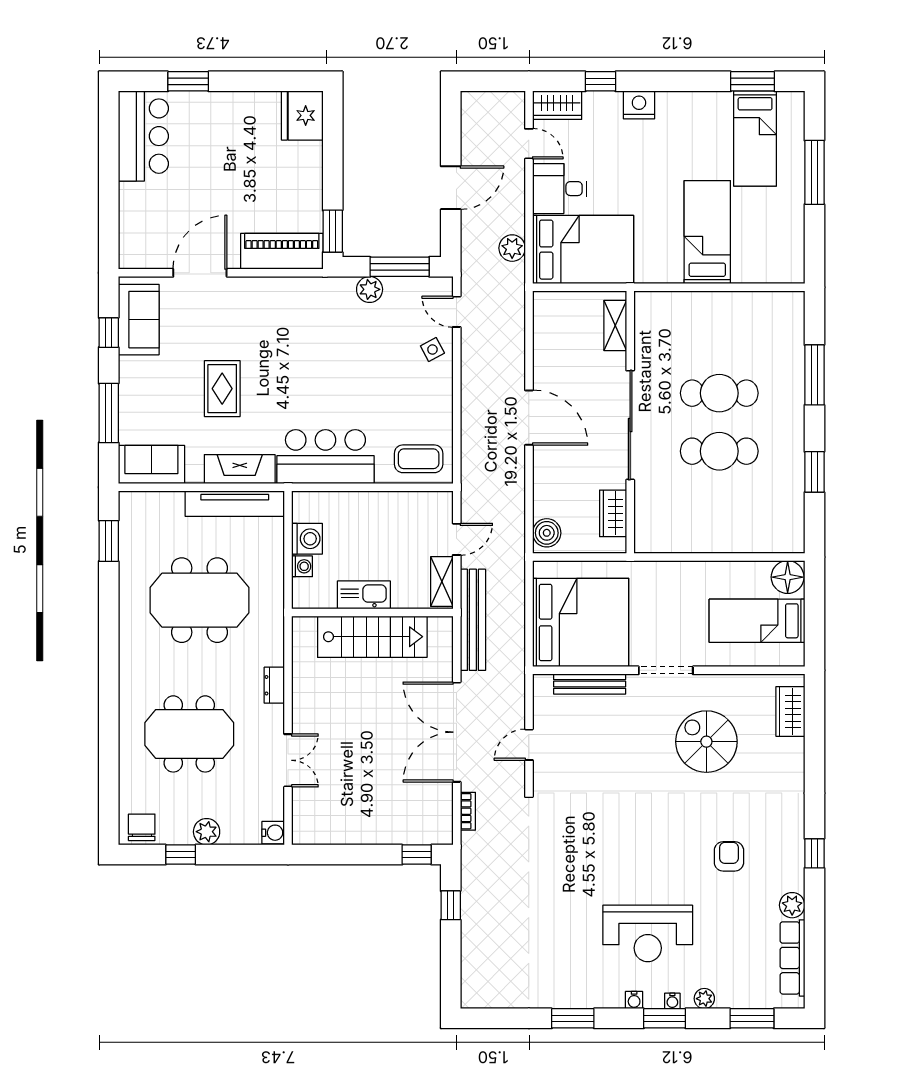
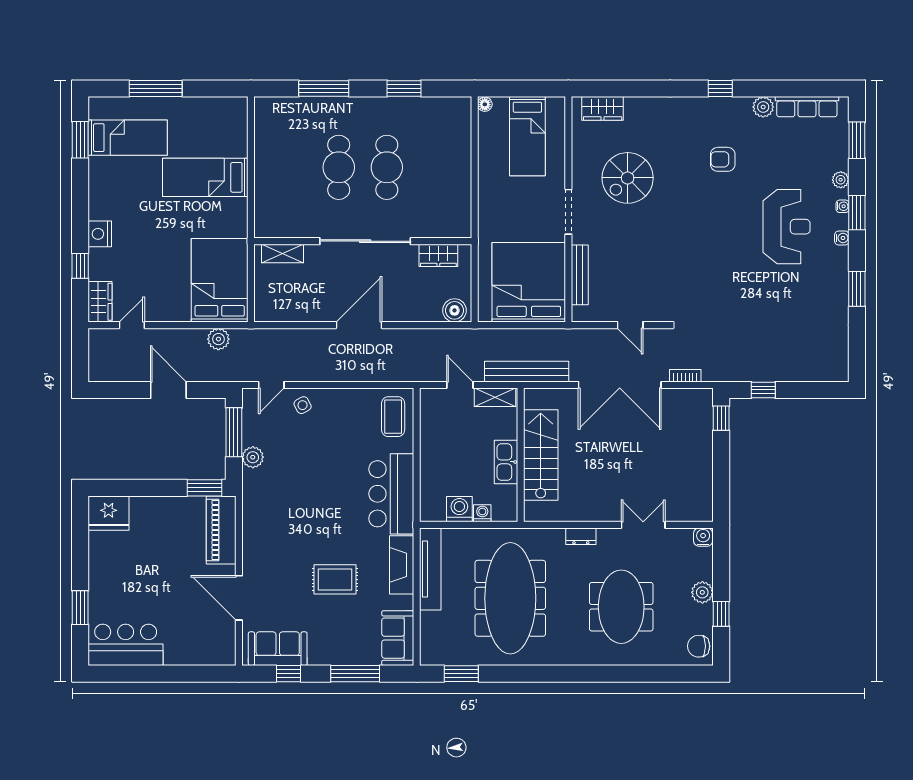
desk: (560, 189) -> (169, 300), removed
floor lamp: (788, 577) -> (485, 104), width x0.53, depth x0.53
meeting table: (199, 600) -> (510, 598), width x1.36

